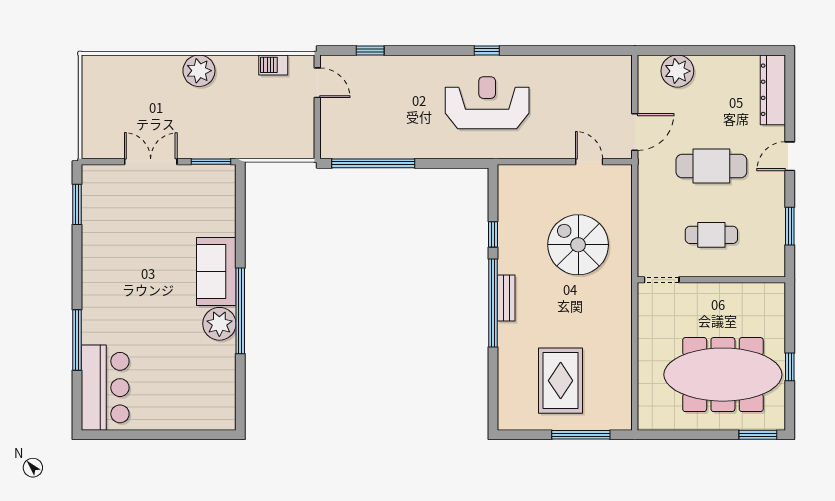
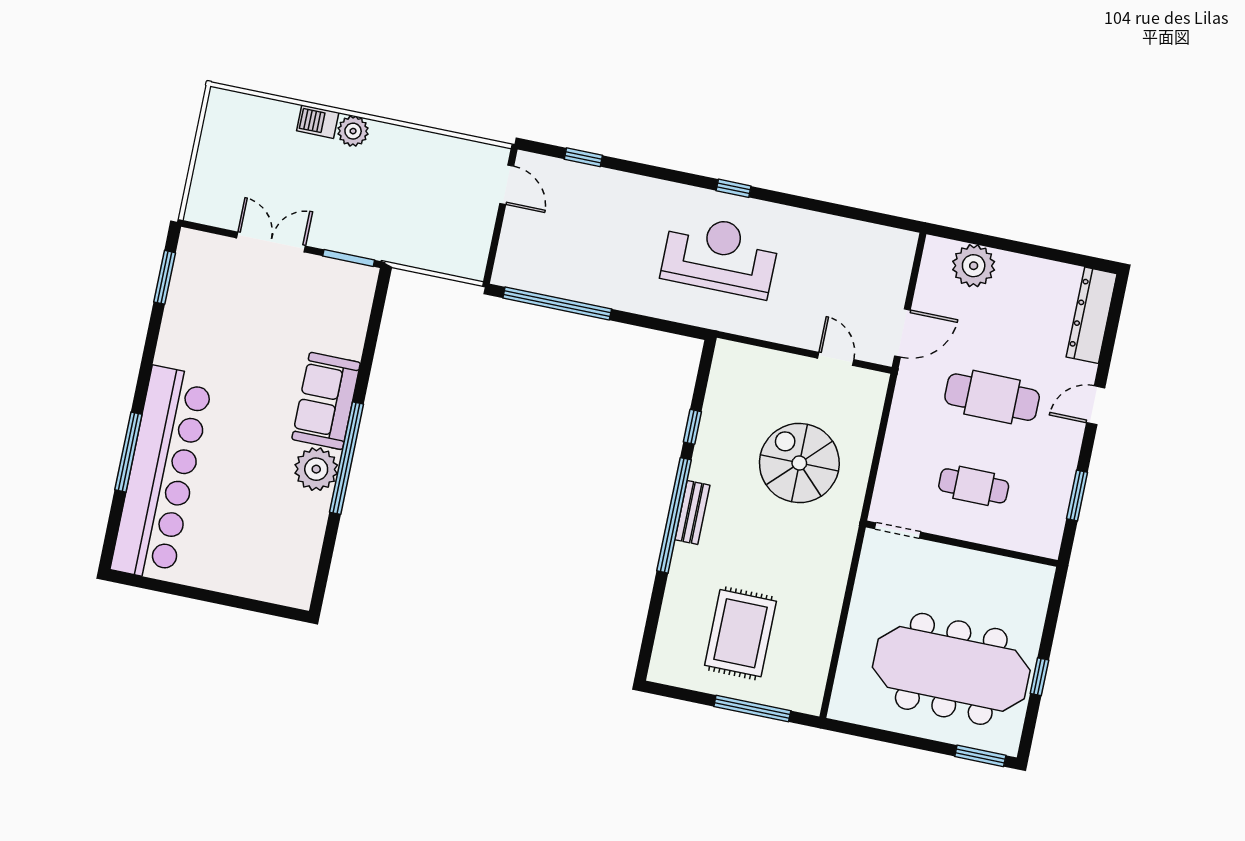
barbecue: (273, 65) -> (318, 122), moved
plant: (199, 71) -> (353, 131), width x0.73, depth x0.73
bar counter: (105, 388) -> (162, 473), width x1.86

